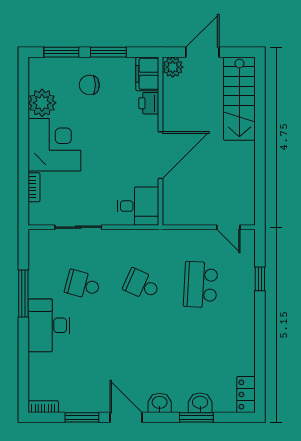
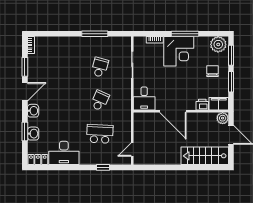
plant: (42, 103) -> (218, 44), moved
window: (23, 133) -> (185, 34), added
desk: (49, 325) -> (64, 153), moved, turned 180

